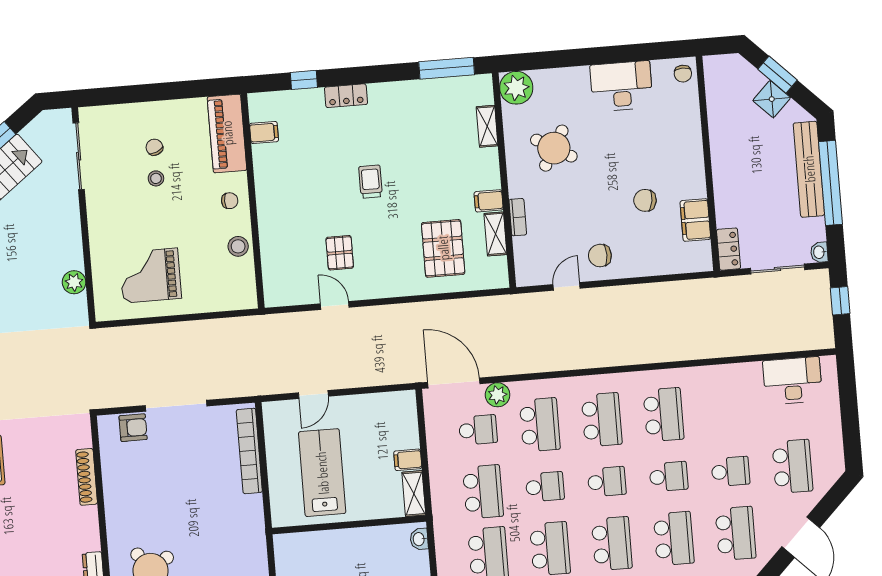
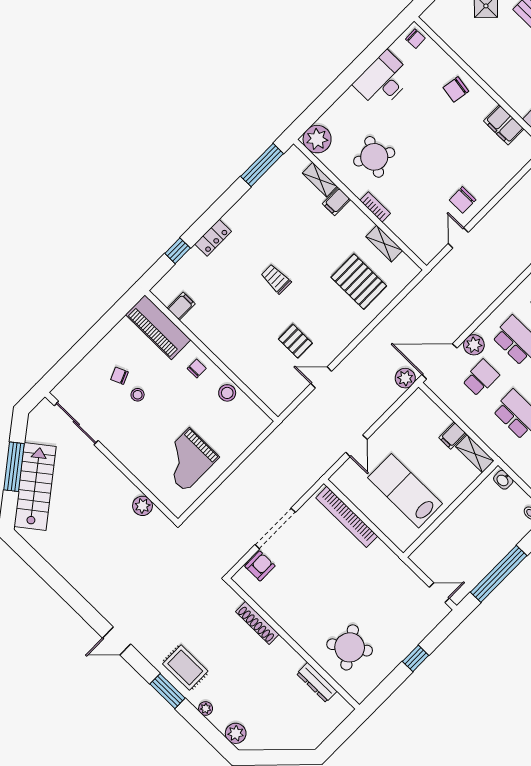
chair: (645, 200) -> (456, 89), moved
filing cabinet: (489, 201) -> (336, 202), moved
bookcase: (518, 217) -> (375, 207), moved
plant: (410, 371) -> (405, 378), added

